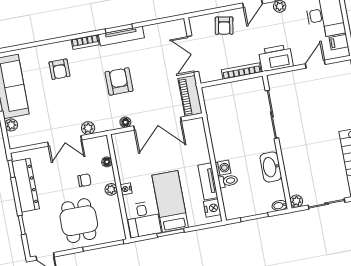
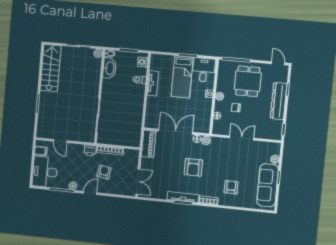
armchair: (224, 26) -> (104, 172), moved
double door: (193, 54) -> (138, 181), moved
printer: (276, 58) -> (90, 150), width x0.53, depth x0.68
door: (315, 64) -> (60, 141), hinge flipped
plant: (88, 128) -> (206, 140), moved
washbasin: (271, 167) -> (110, 68), moved
washing machine: (223, 168) -> (143, 62), moved
dresser: (26, 185) -> (279, 101), moved
nightstand: (212, 208) -> (155, 64), removed

